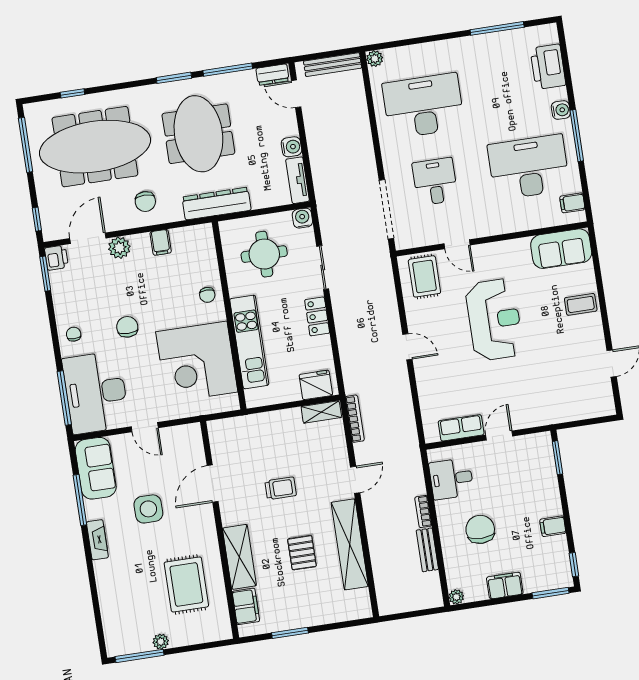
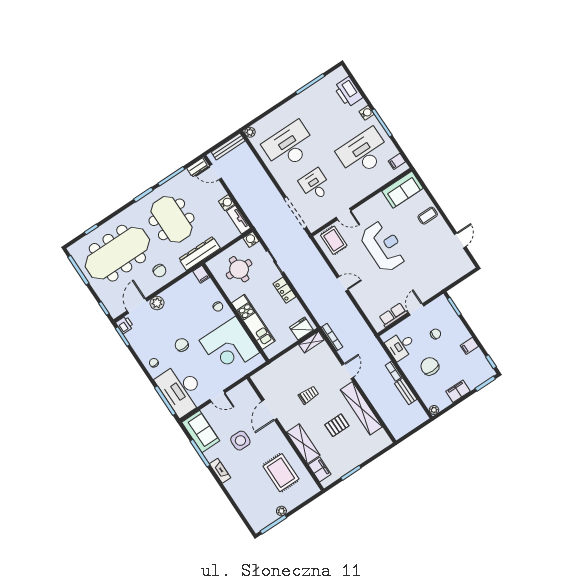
filing cabinet: (161, 242) -> (201, 274), moved
chair: (511, 485) -> (436, 334), added
pallet: (302, 553) -> (337, 425), turned 90

